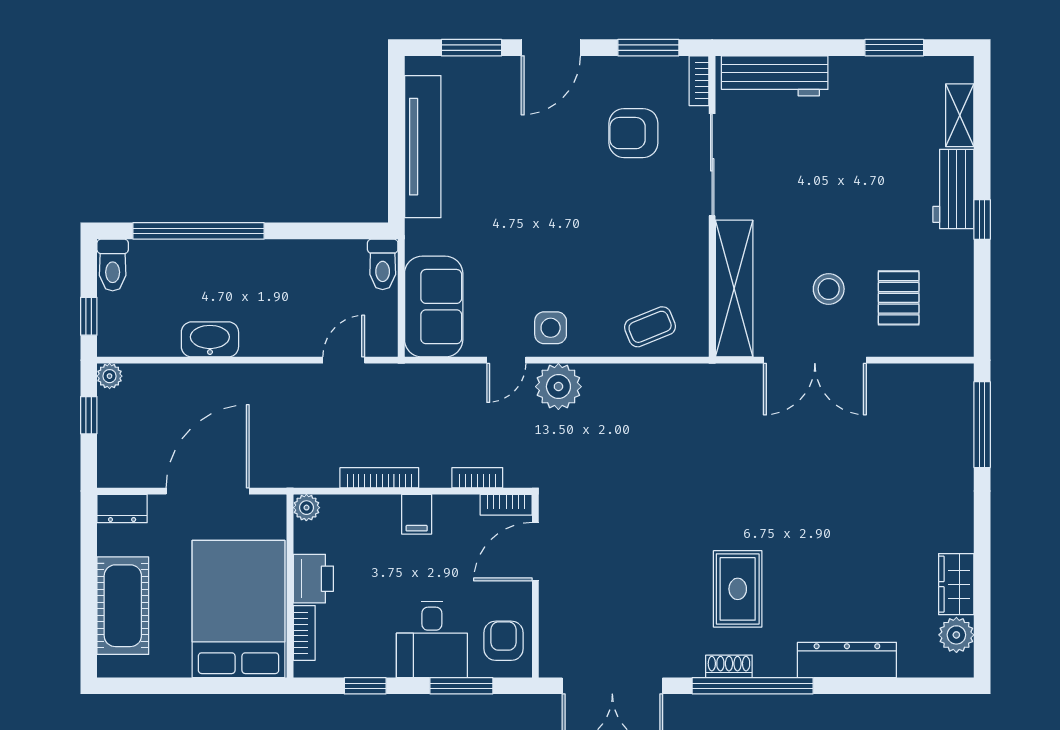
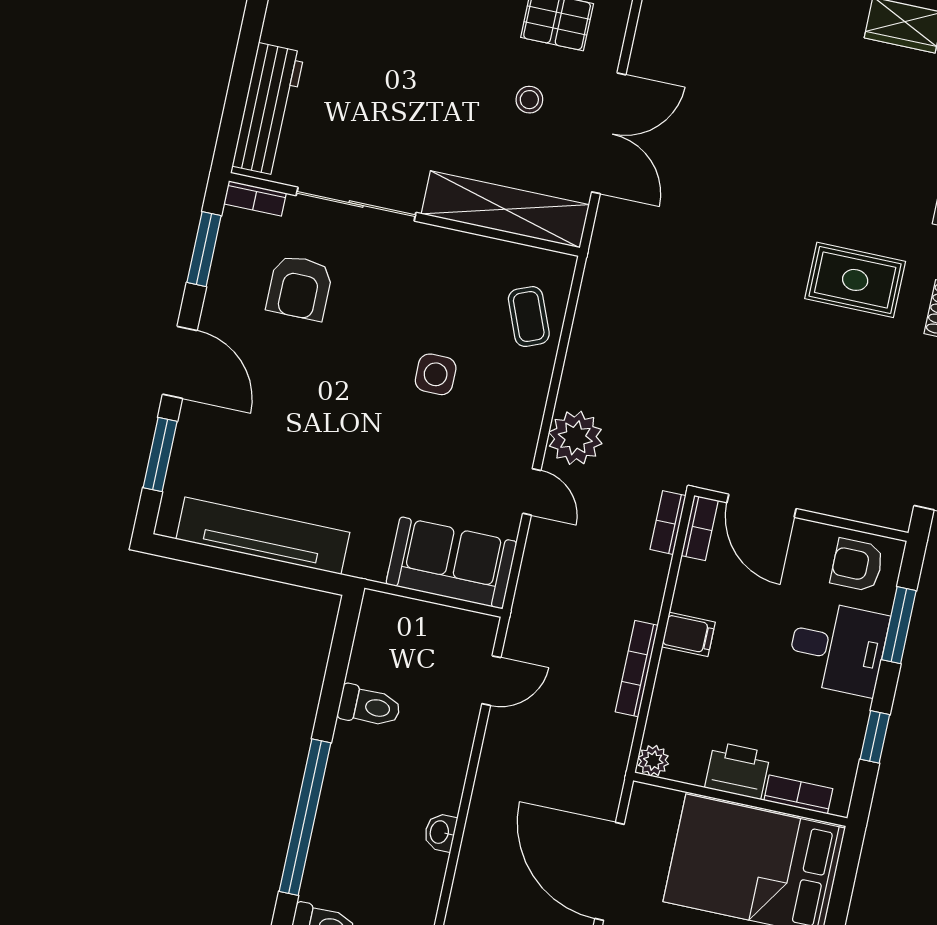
toilet: (383, 264) -> (369, 706), moved
stool: (829, 289) -> (529, 100), width x0.73, depth x0.73
side table: (551, 328) -> (436, 374), moved
washbasin: (210, 339) -> (440, 832), width x0.52, depth x0.69
door: (344, 360) -> (491, 681), swing flipped
bookcase: (477, 478) -> (668, 523), moved

